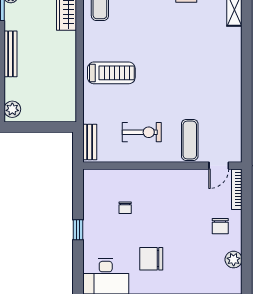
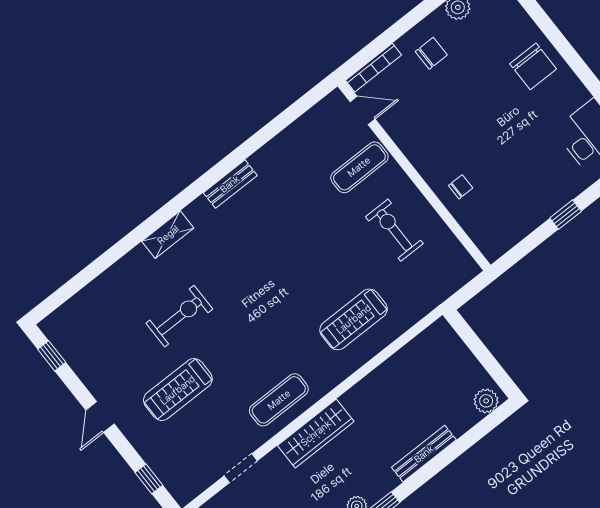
treadmill: (111, 73) -> (354, 319), turned -90
bench: (90, 142) -> (230, 184), moved
chair: (125, 208) -> (461, 187), moved
chair: (151, 259) -> (533, 66), moved

